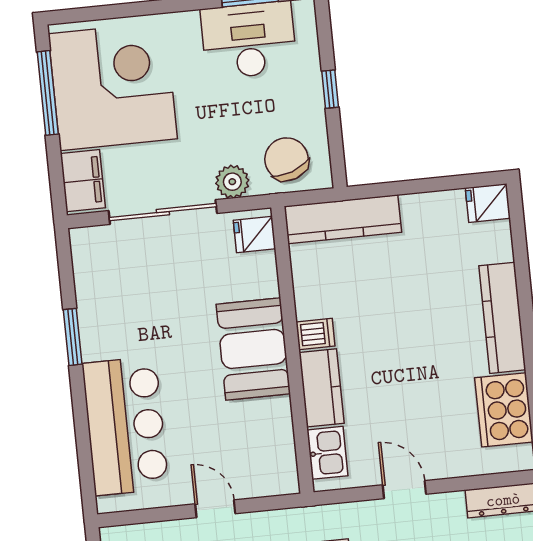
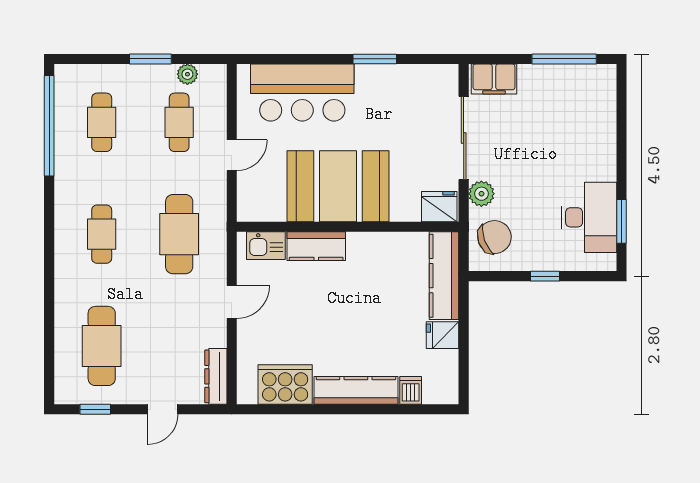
corner desk: (113, 86) -> (564, 109), removed
fridge: (488, 203) -> (443, 335), moved, turned -90
fridge: (254, 234) -> (439, 207), width x1.38
dishwasher: (315, 334) -> (411, 390), moved, turned 180
booth: (253, 349) -> (338, 186), width x1.36, depth x1.42

